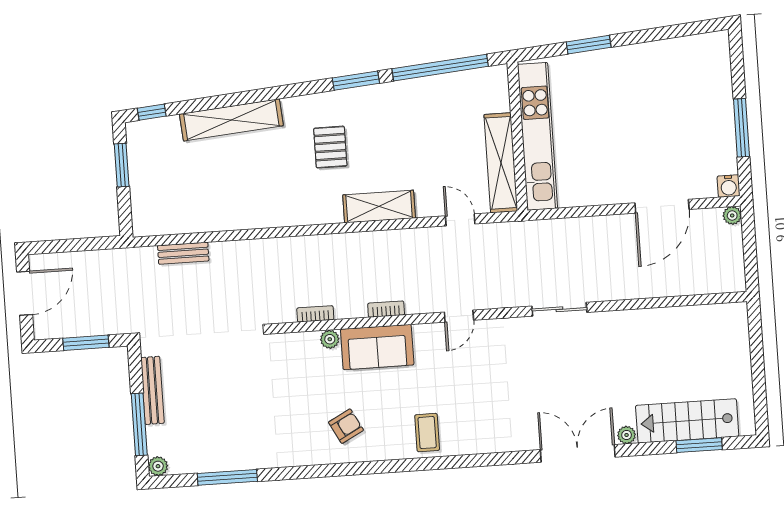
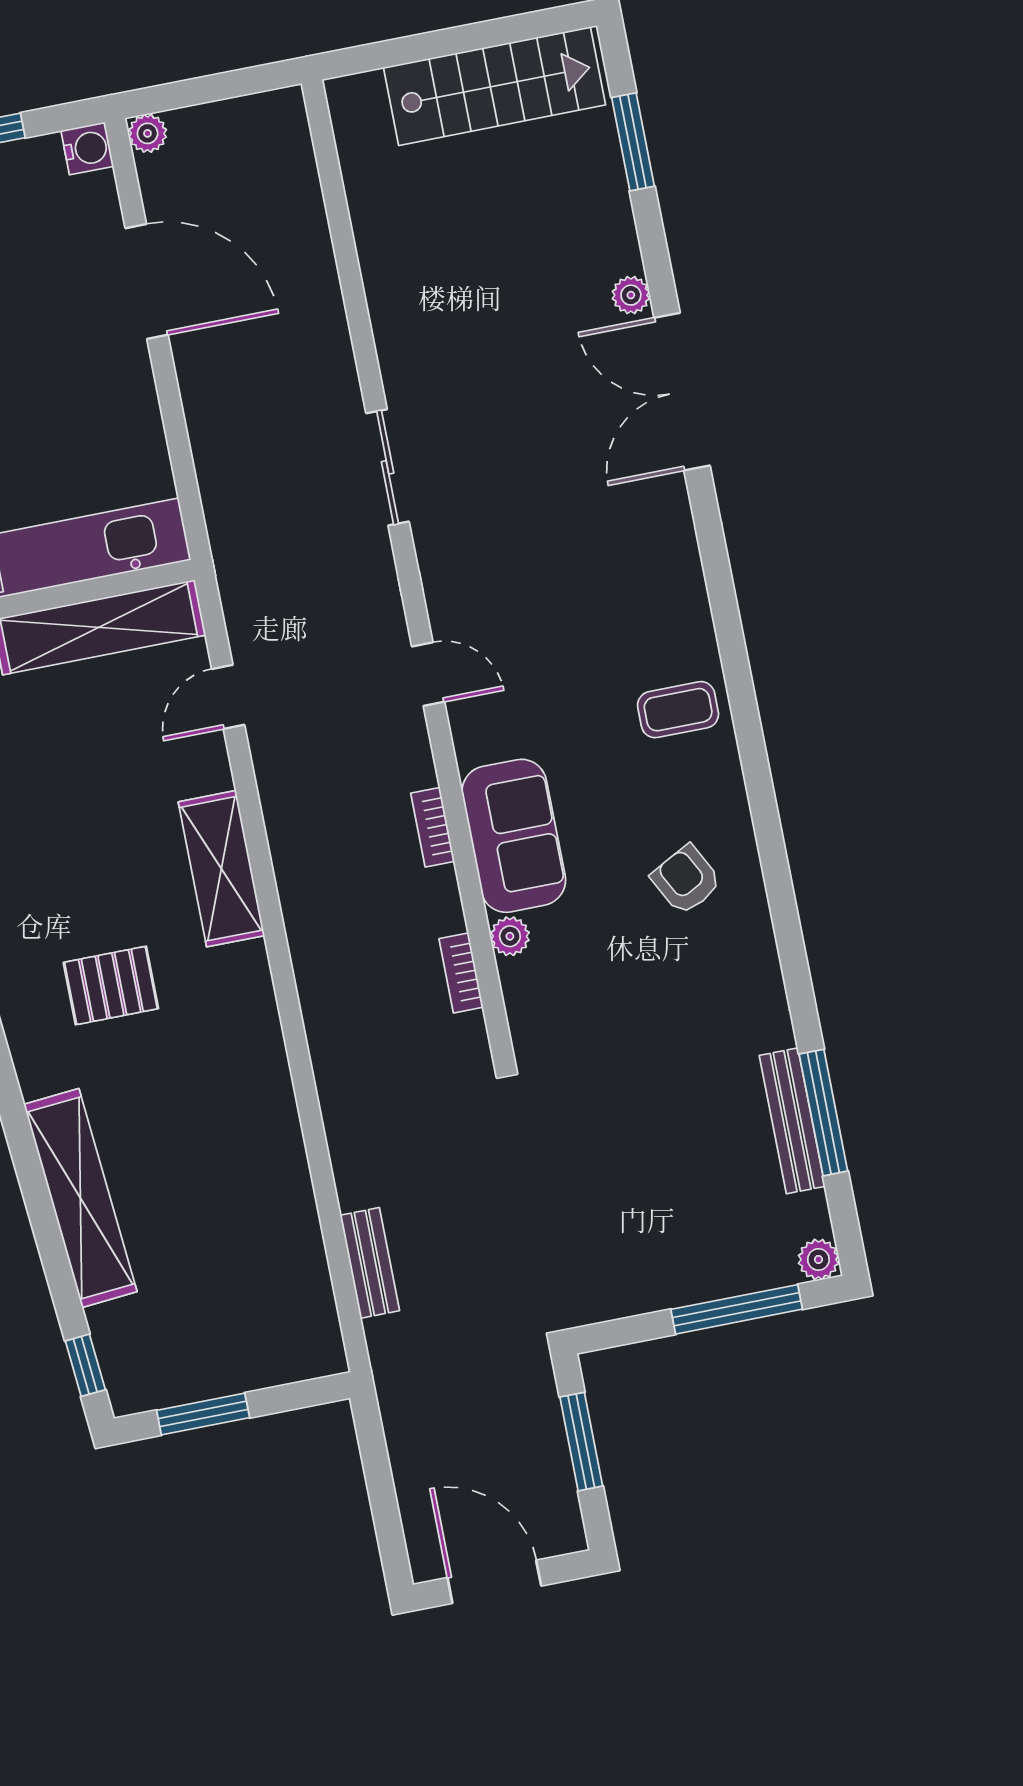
bench: (152, 390) -> (792, 1121), moved, turned 90
stairs: (687, 421) -> (494, 86), moved, turned -90

